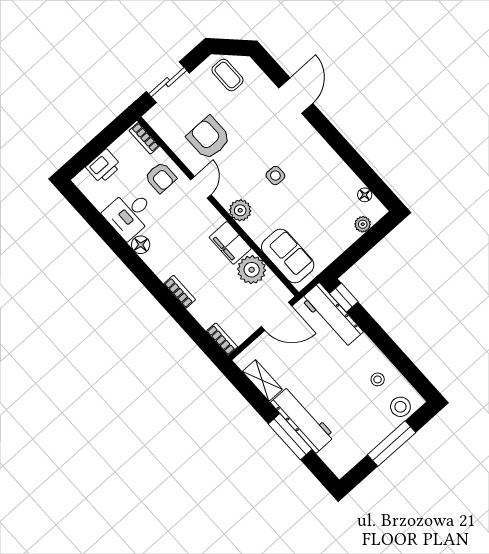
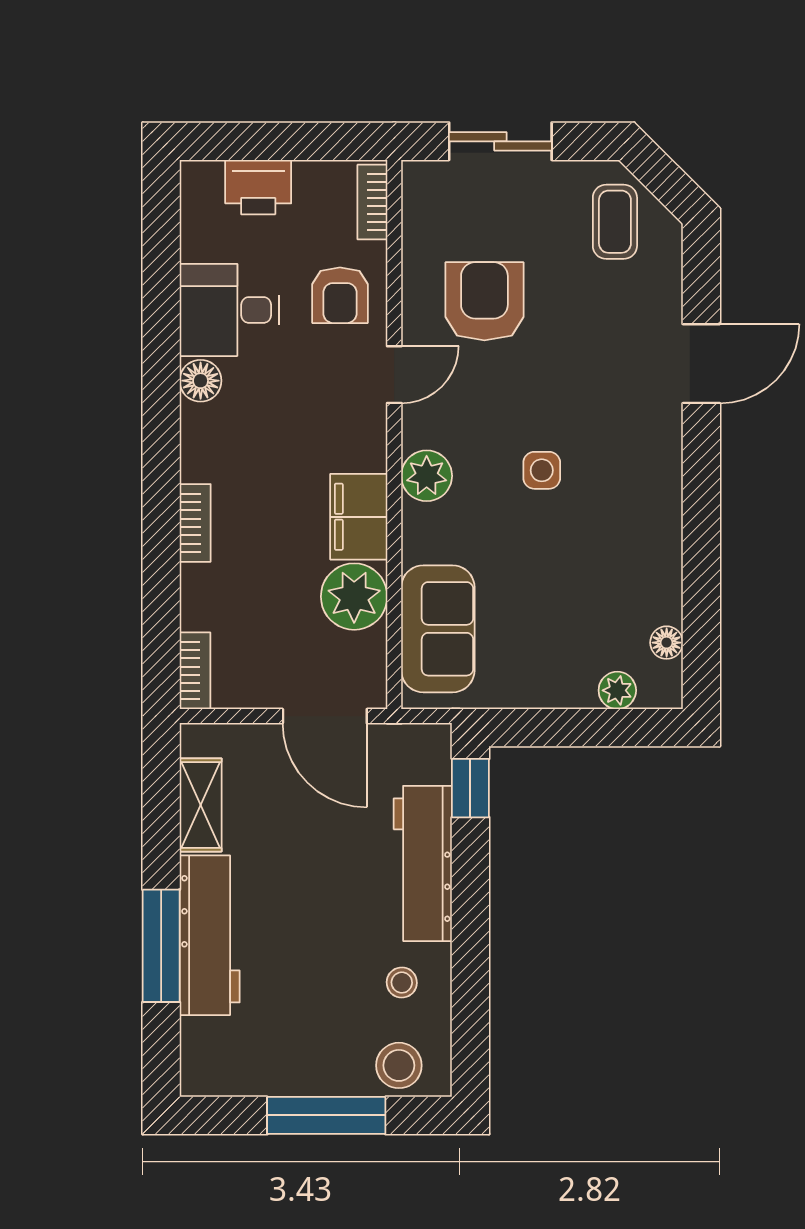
workbench: (332, 315) -> (423, 863), moved

